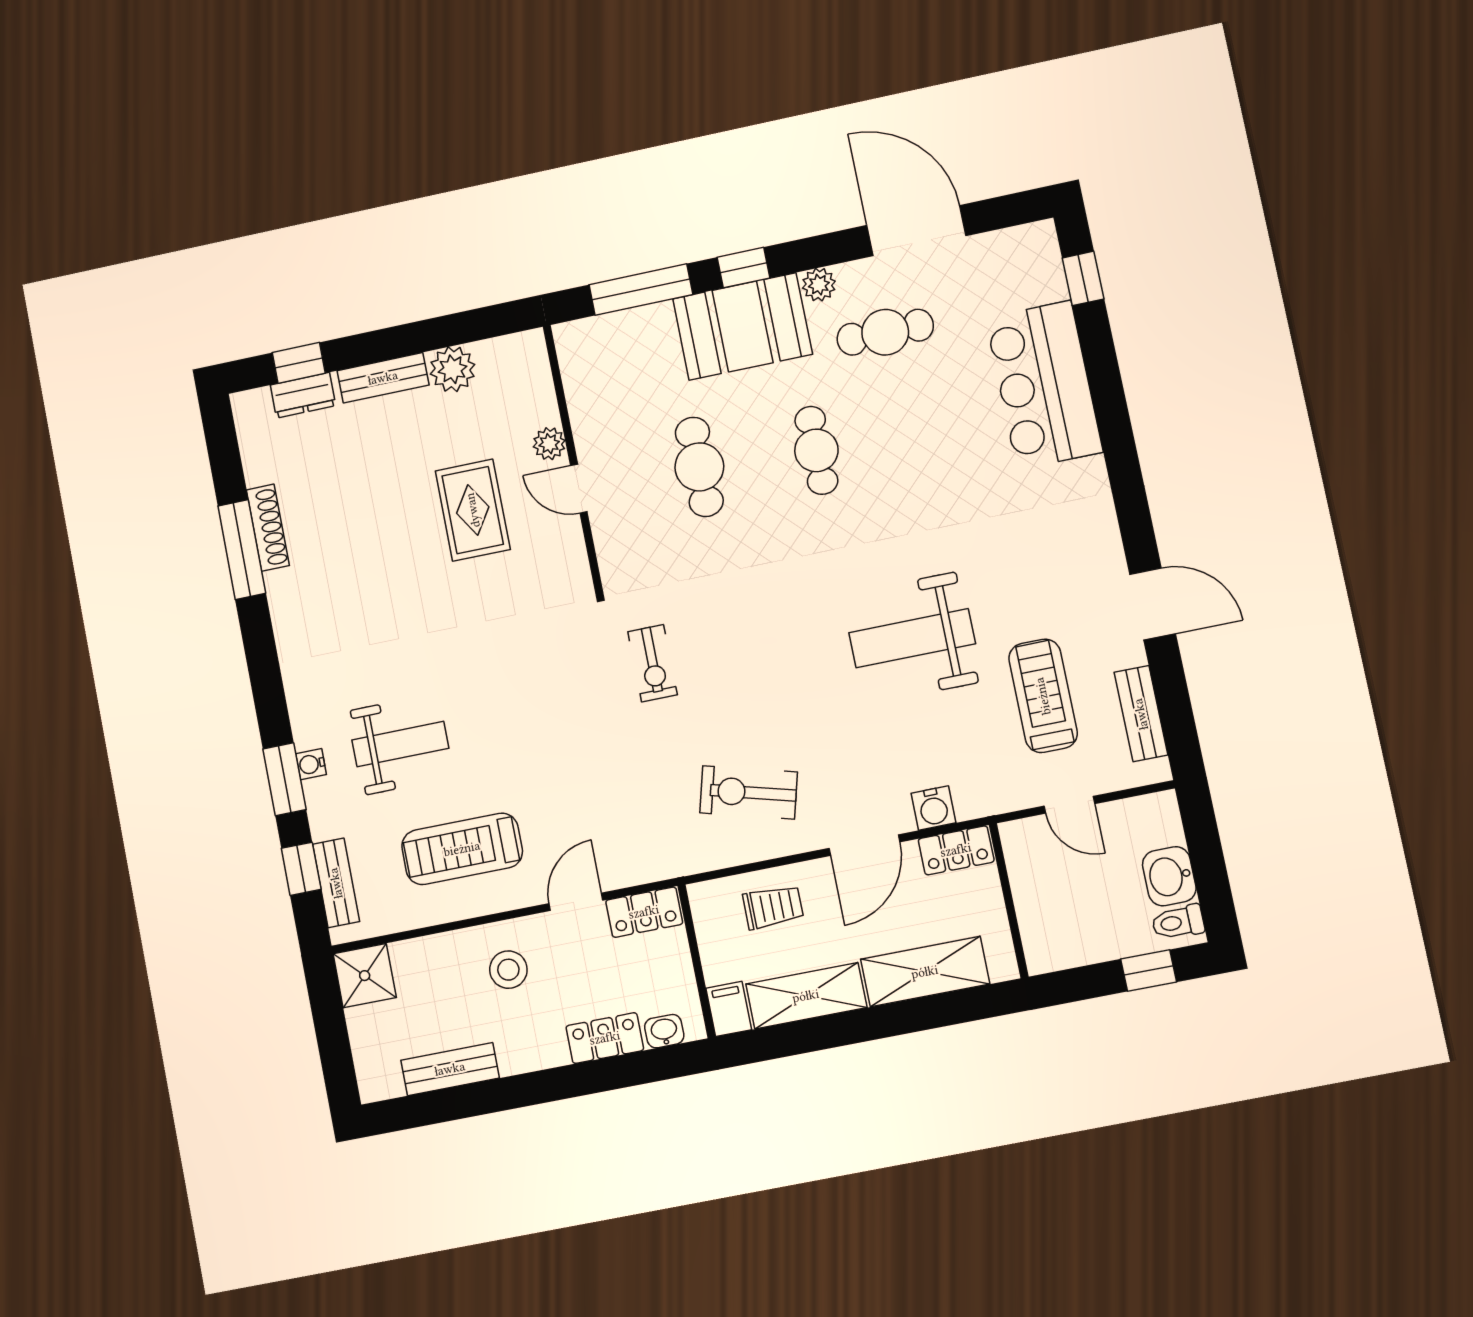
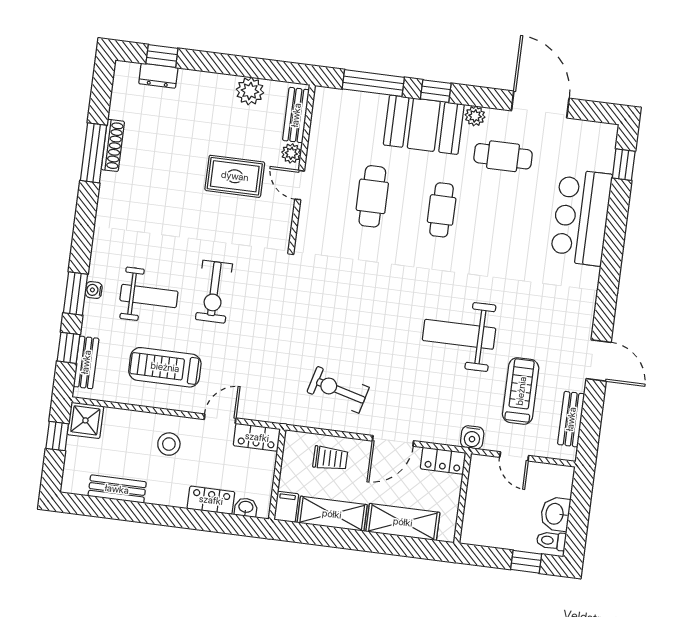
bench: (383, 378) -> (296, 115), moved, turned 90
rug: (473, 510) -> (235, 176), turned 90
exercise bike: (653, 663) -> (214, 292), moved, width x1.38, depth x1.39
water cooler: (934, 808) -> (472, 437), moved
window: (329, 1015) -> (57, 436), added

